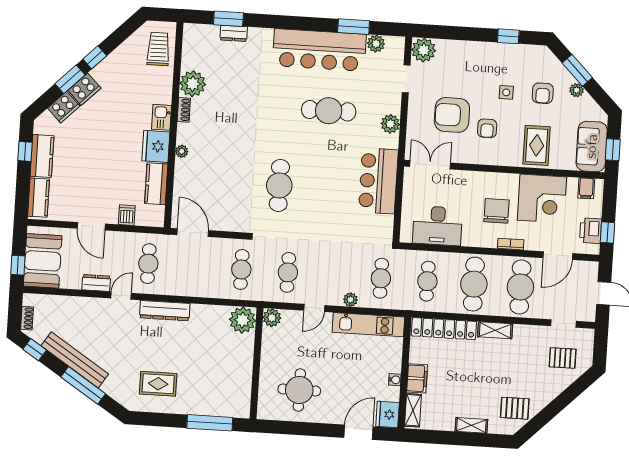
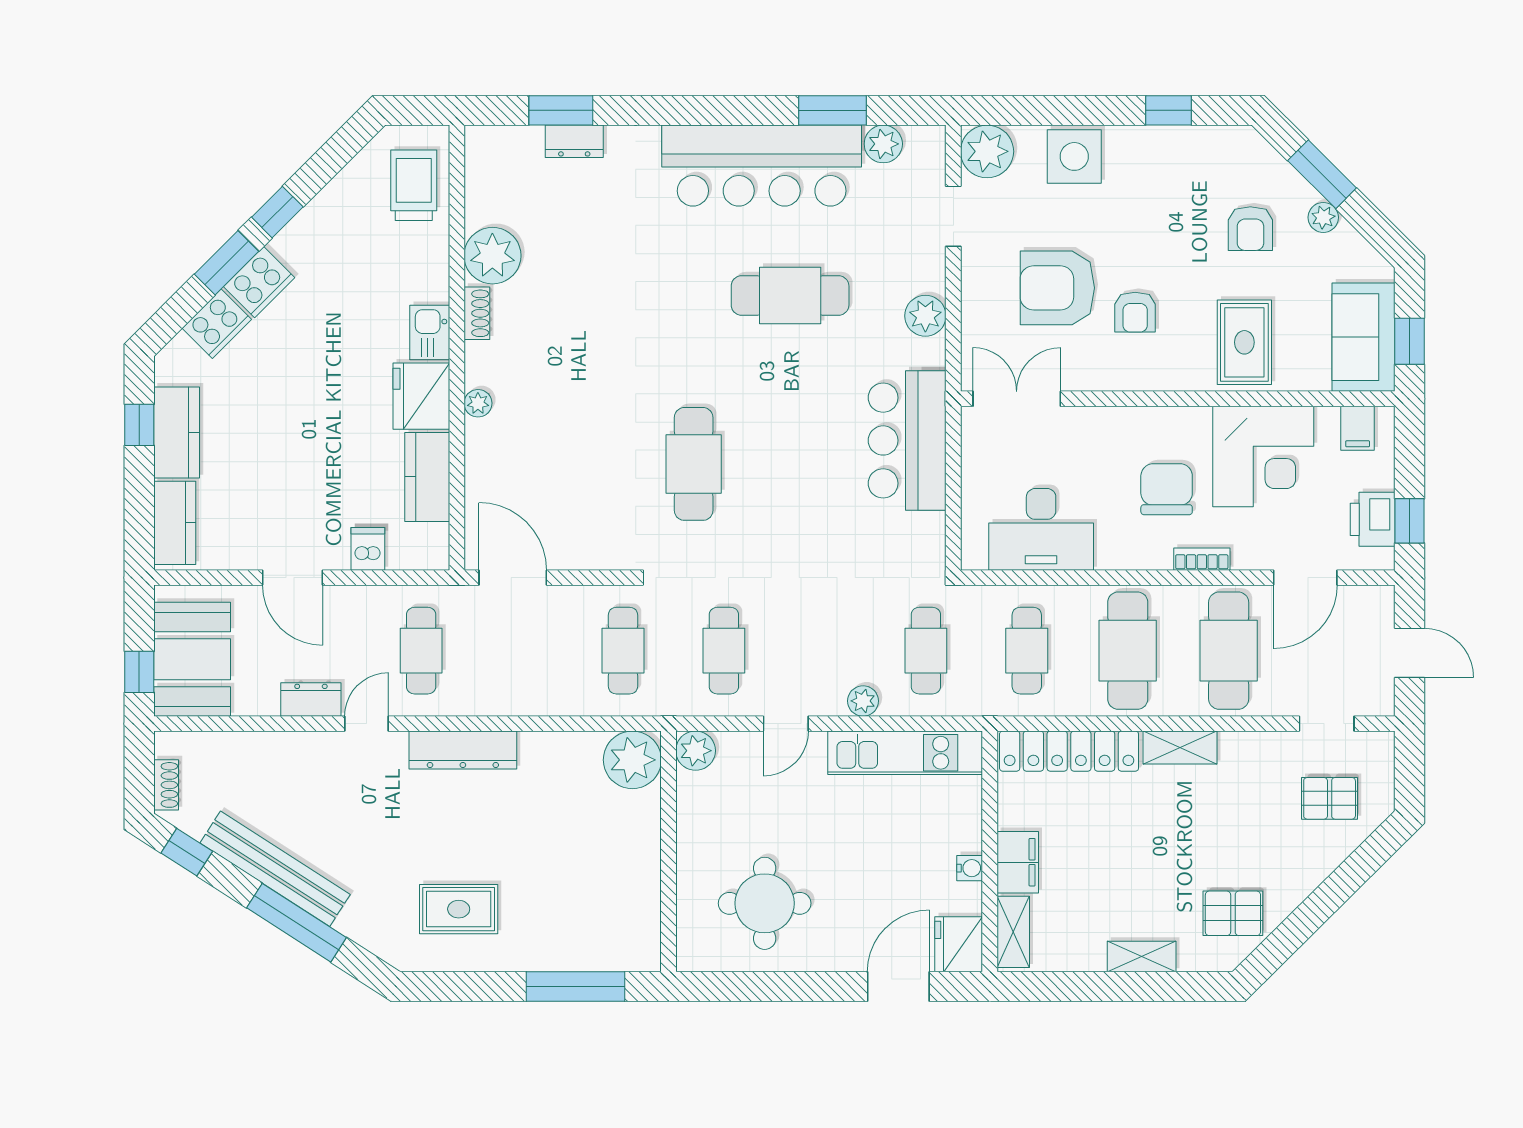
side table: (506, 92) -> (1074, 156), moved, width x1.87, depth x1.87

